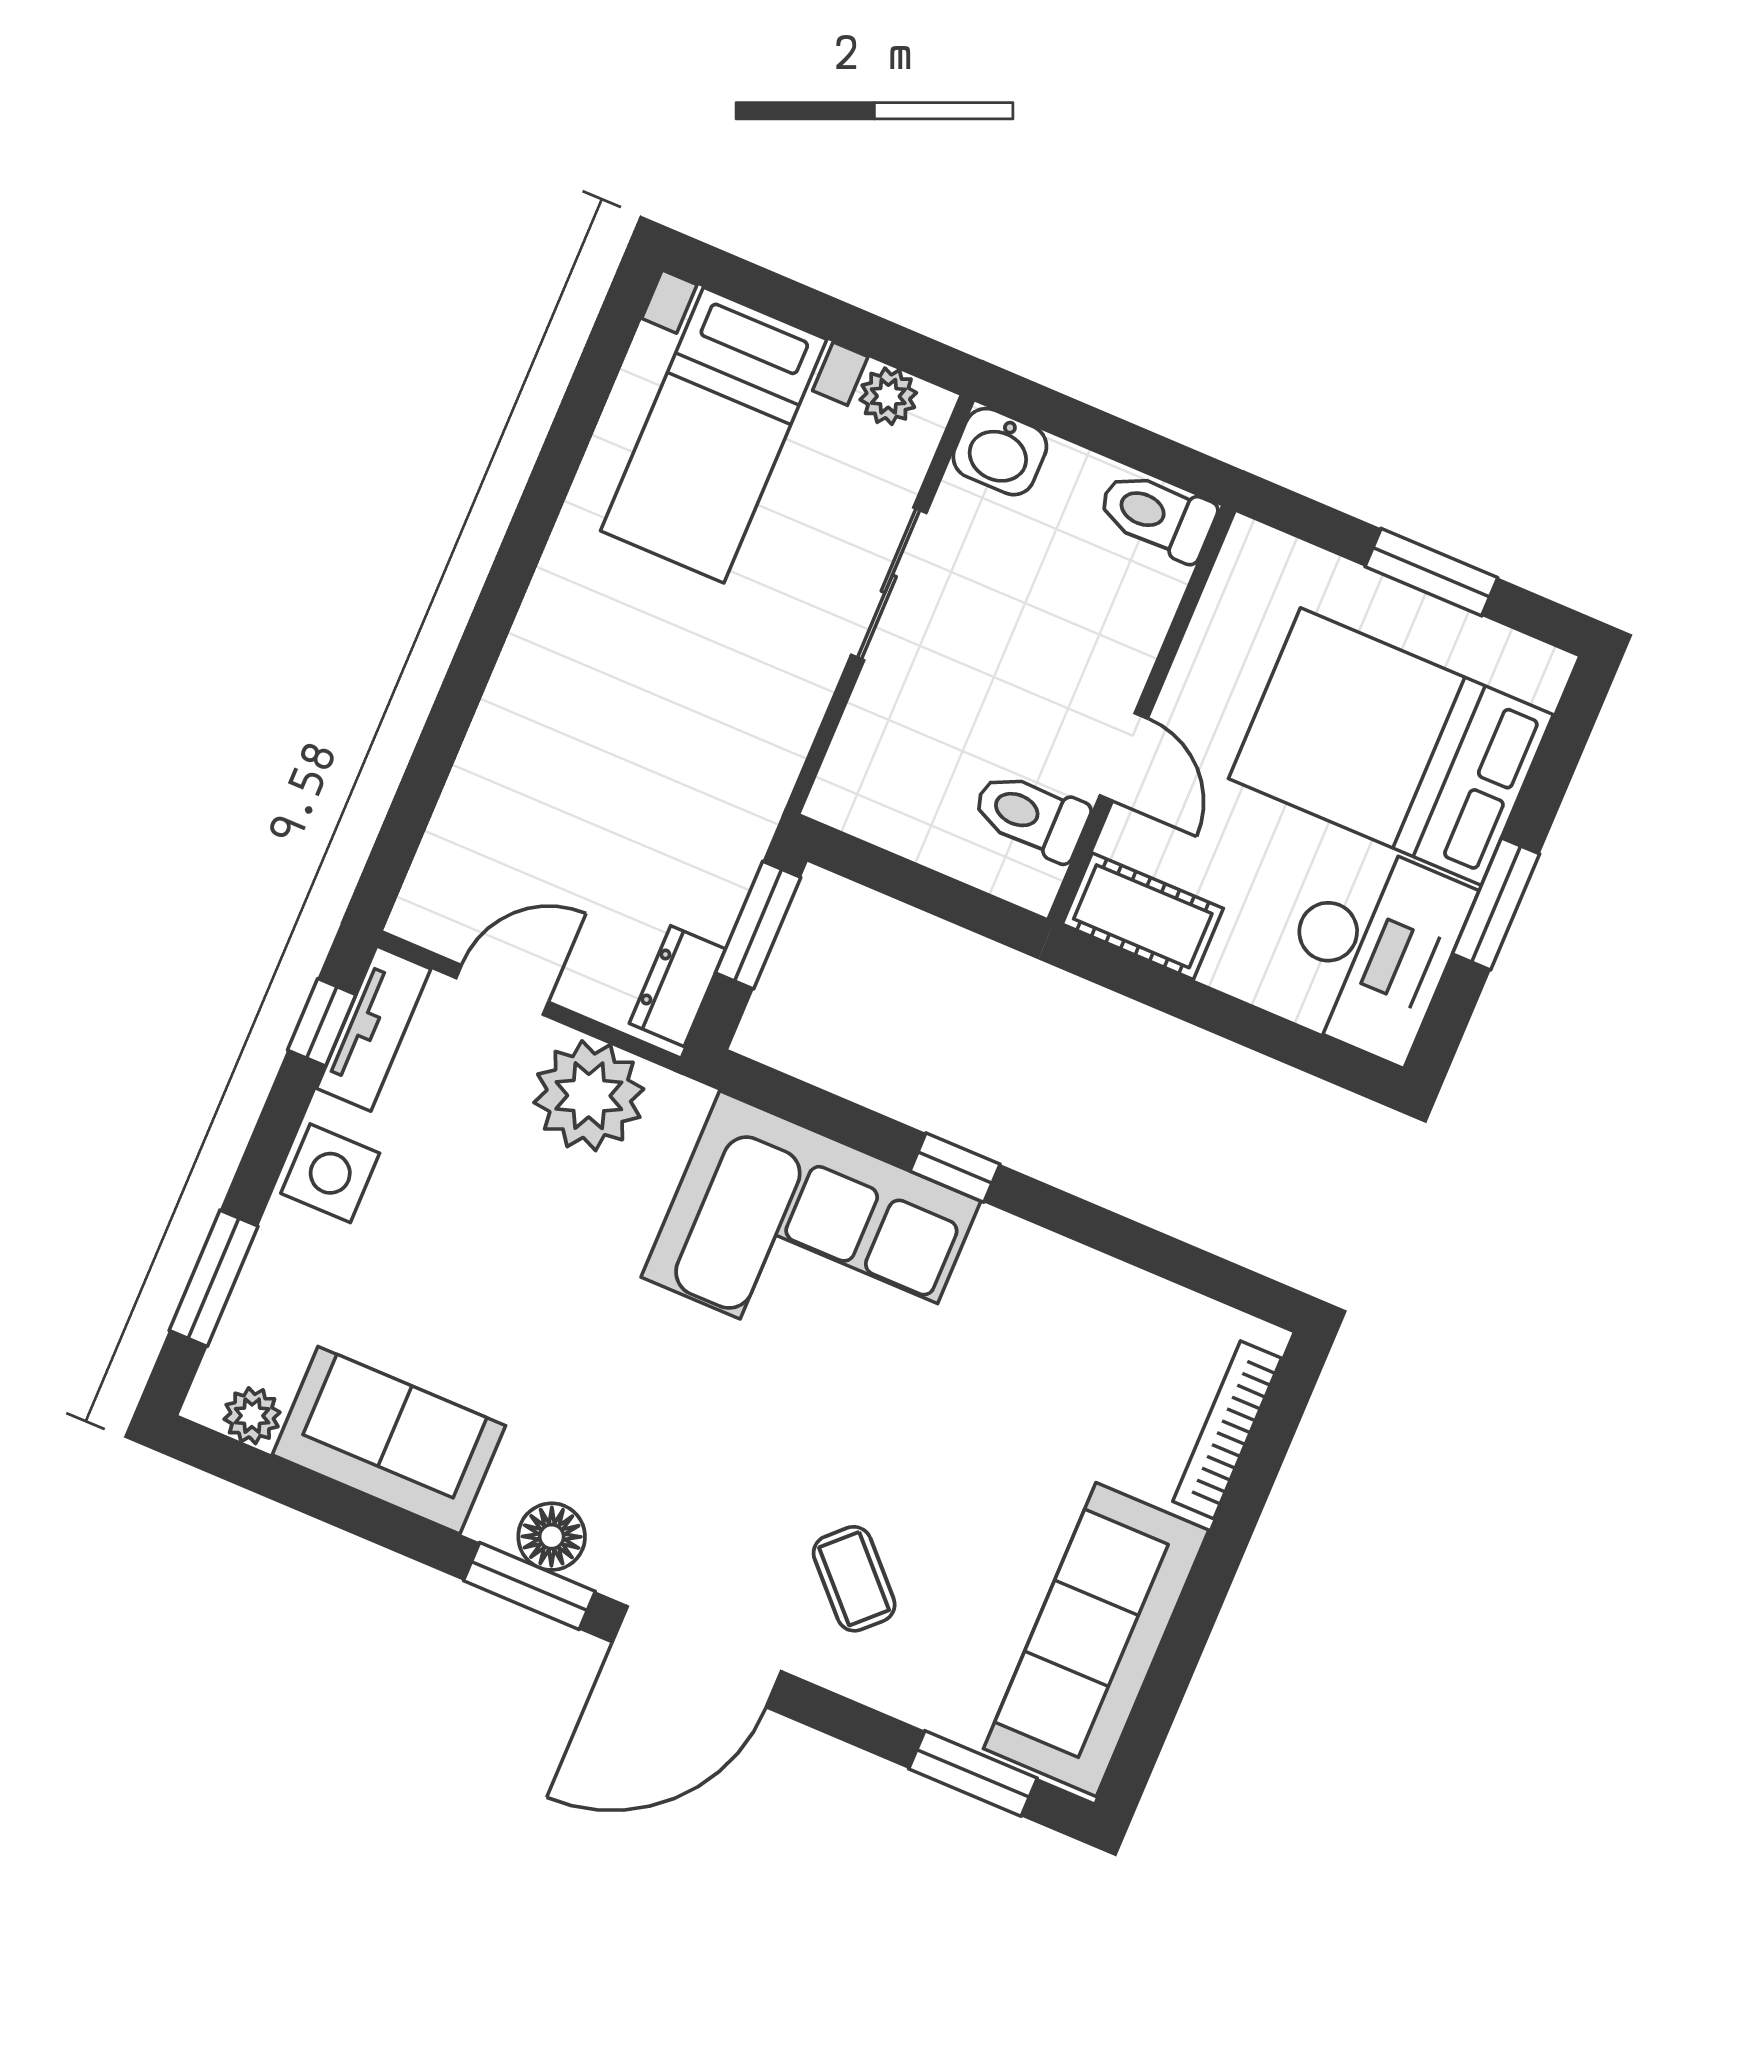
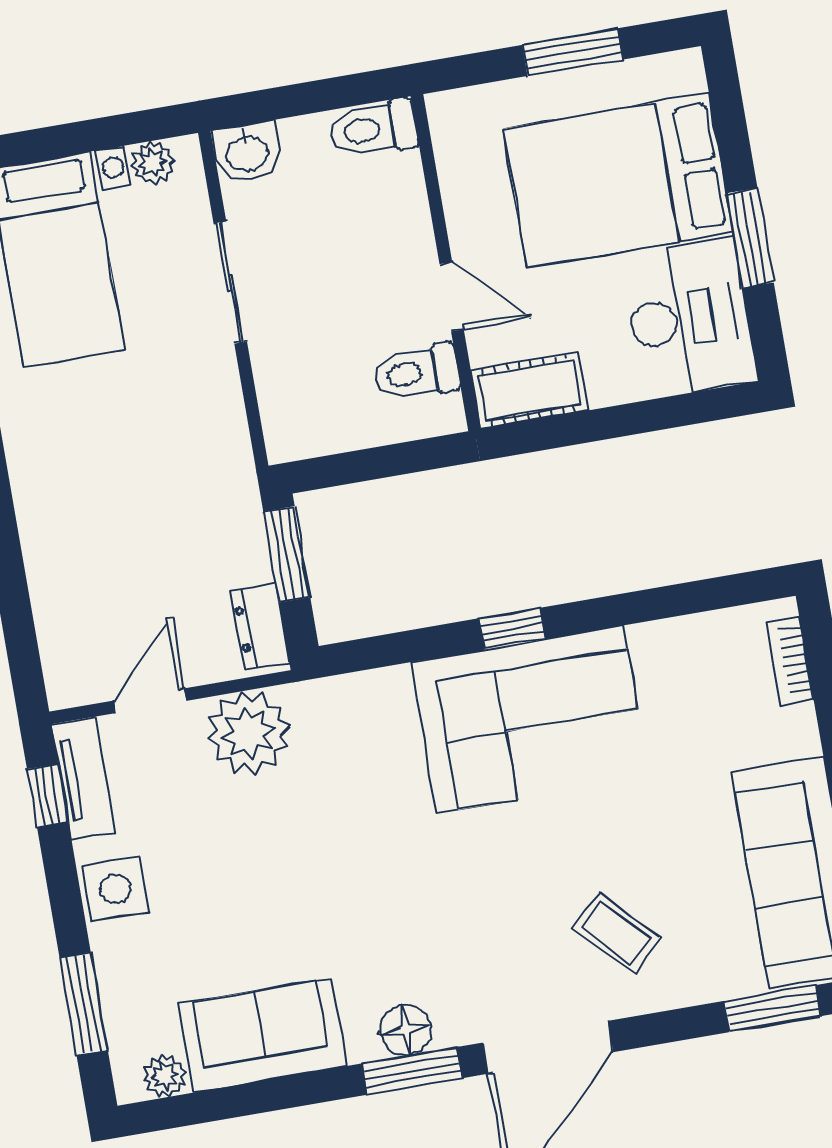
corner sofa: (811, 1239) -> (530, 720), moved
bookcase: (1227, 1430) -> (790, 661), width x0.64

